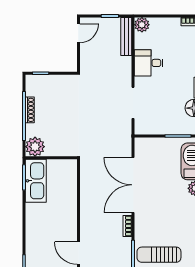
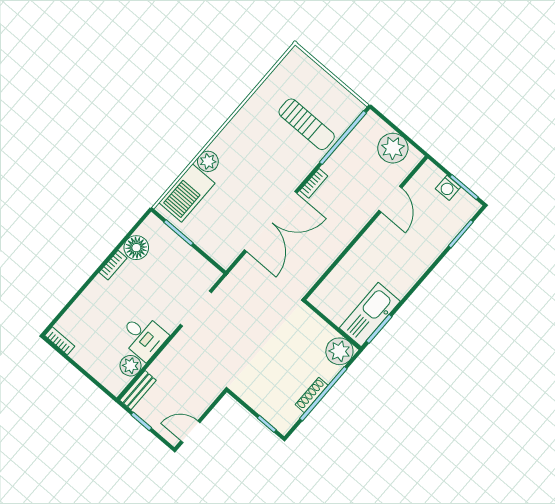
plant: (142, 25) -> (131, 366), moved
bench: (126, 36) -> (138, 390), width x0.73

